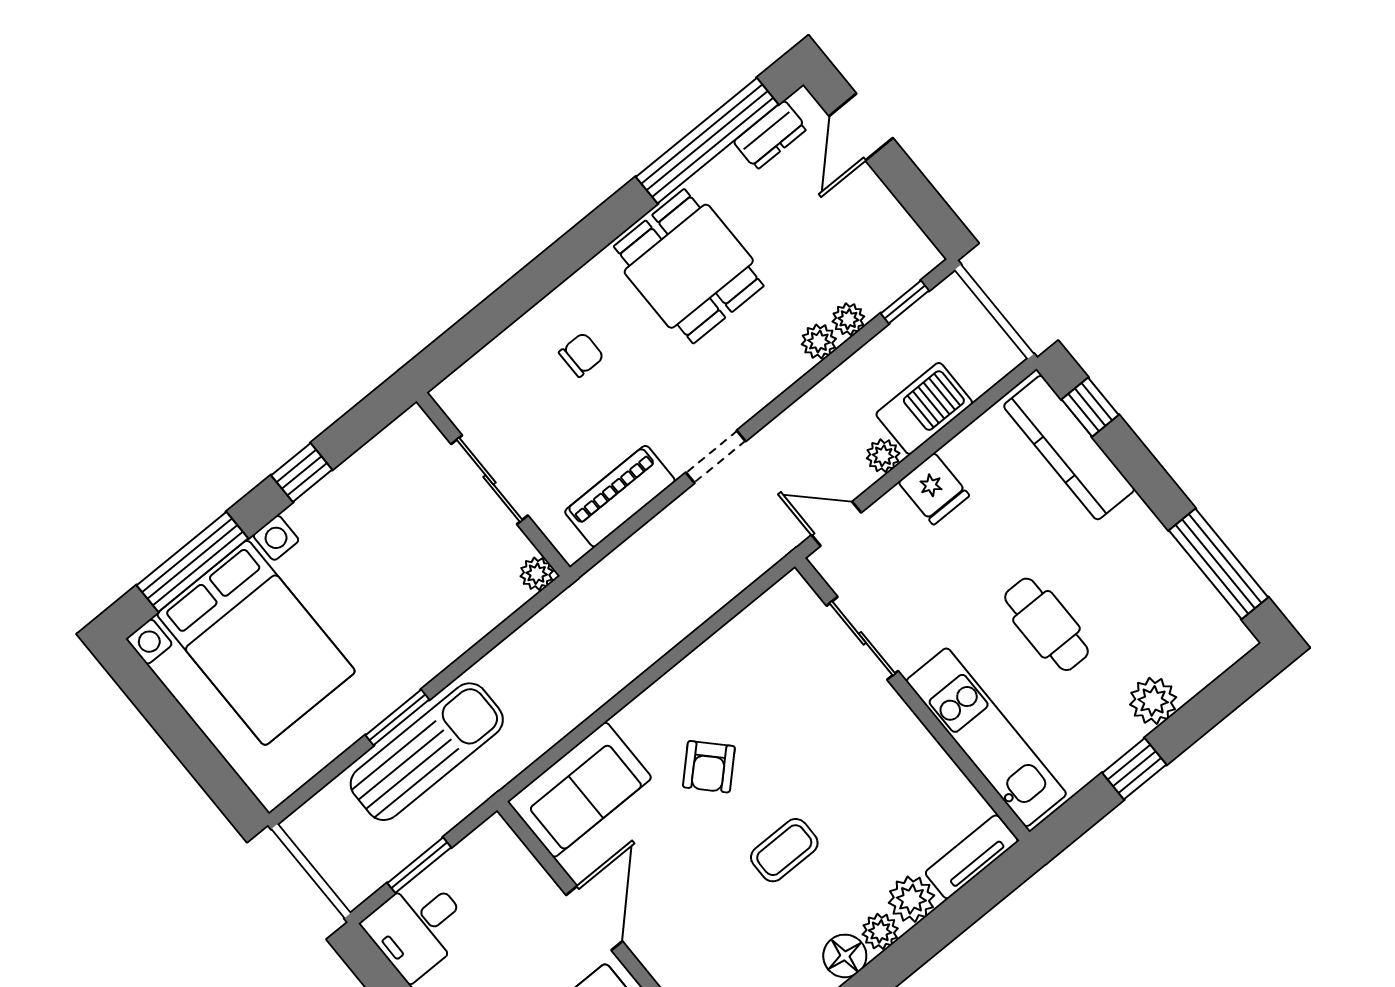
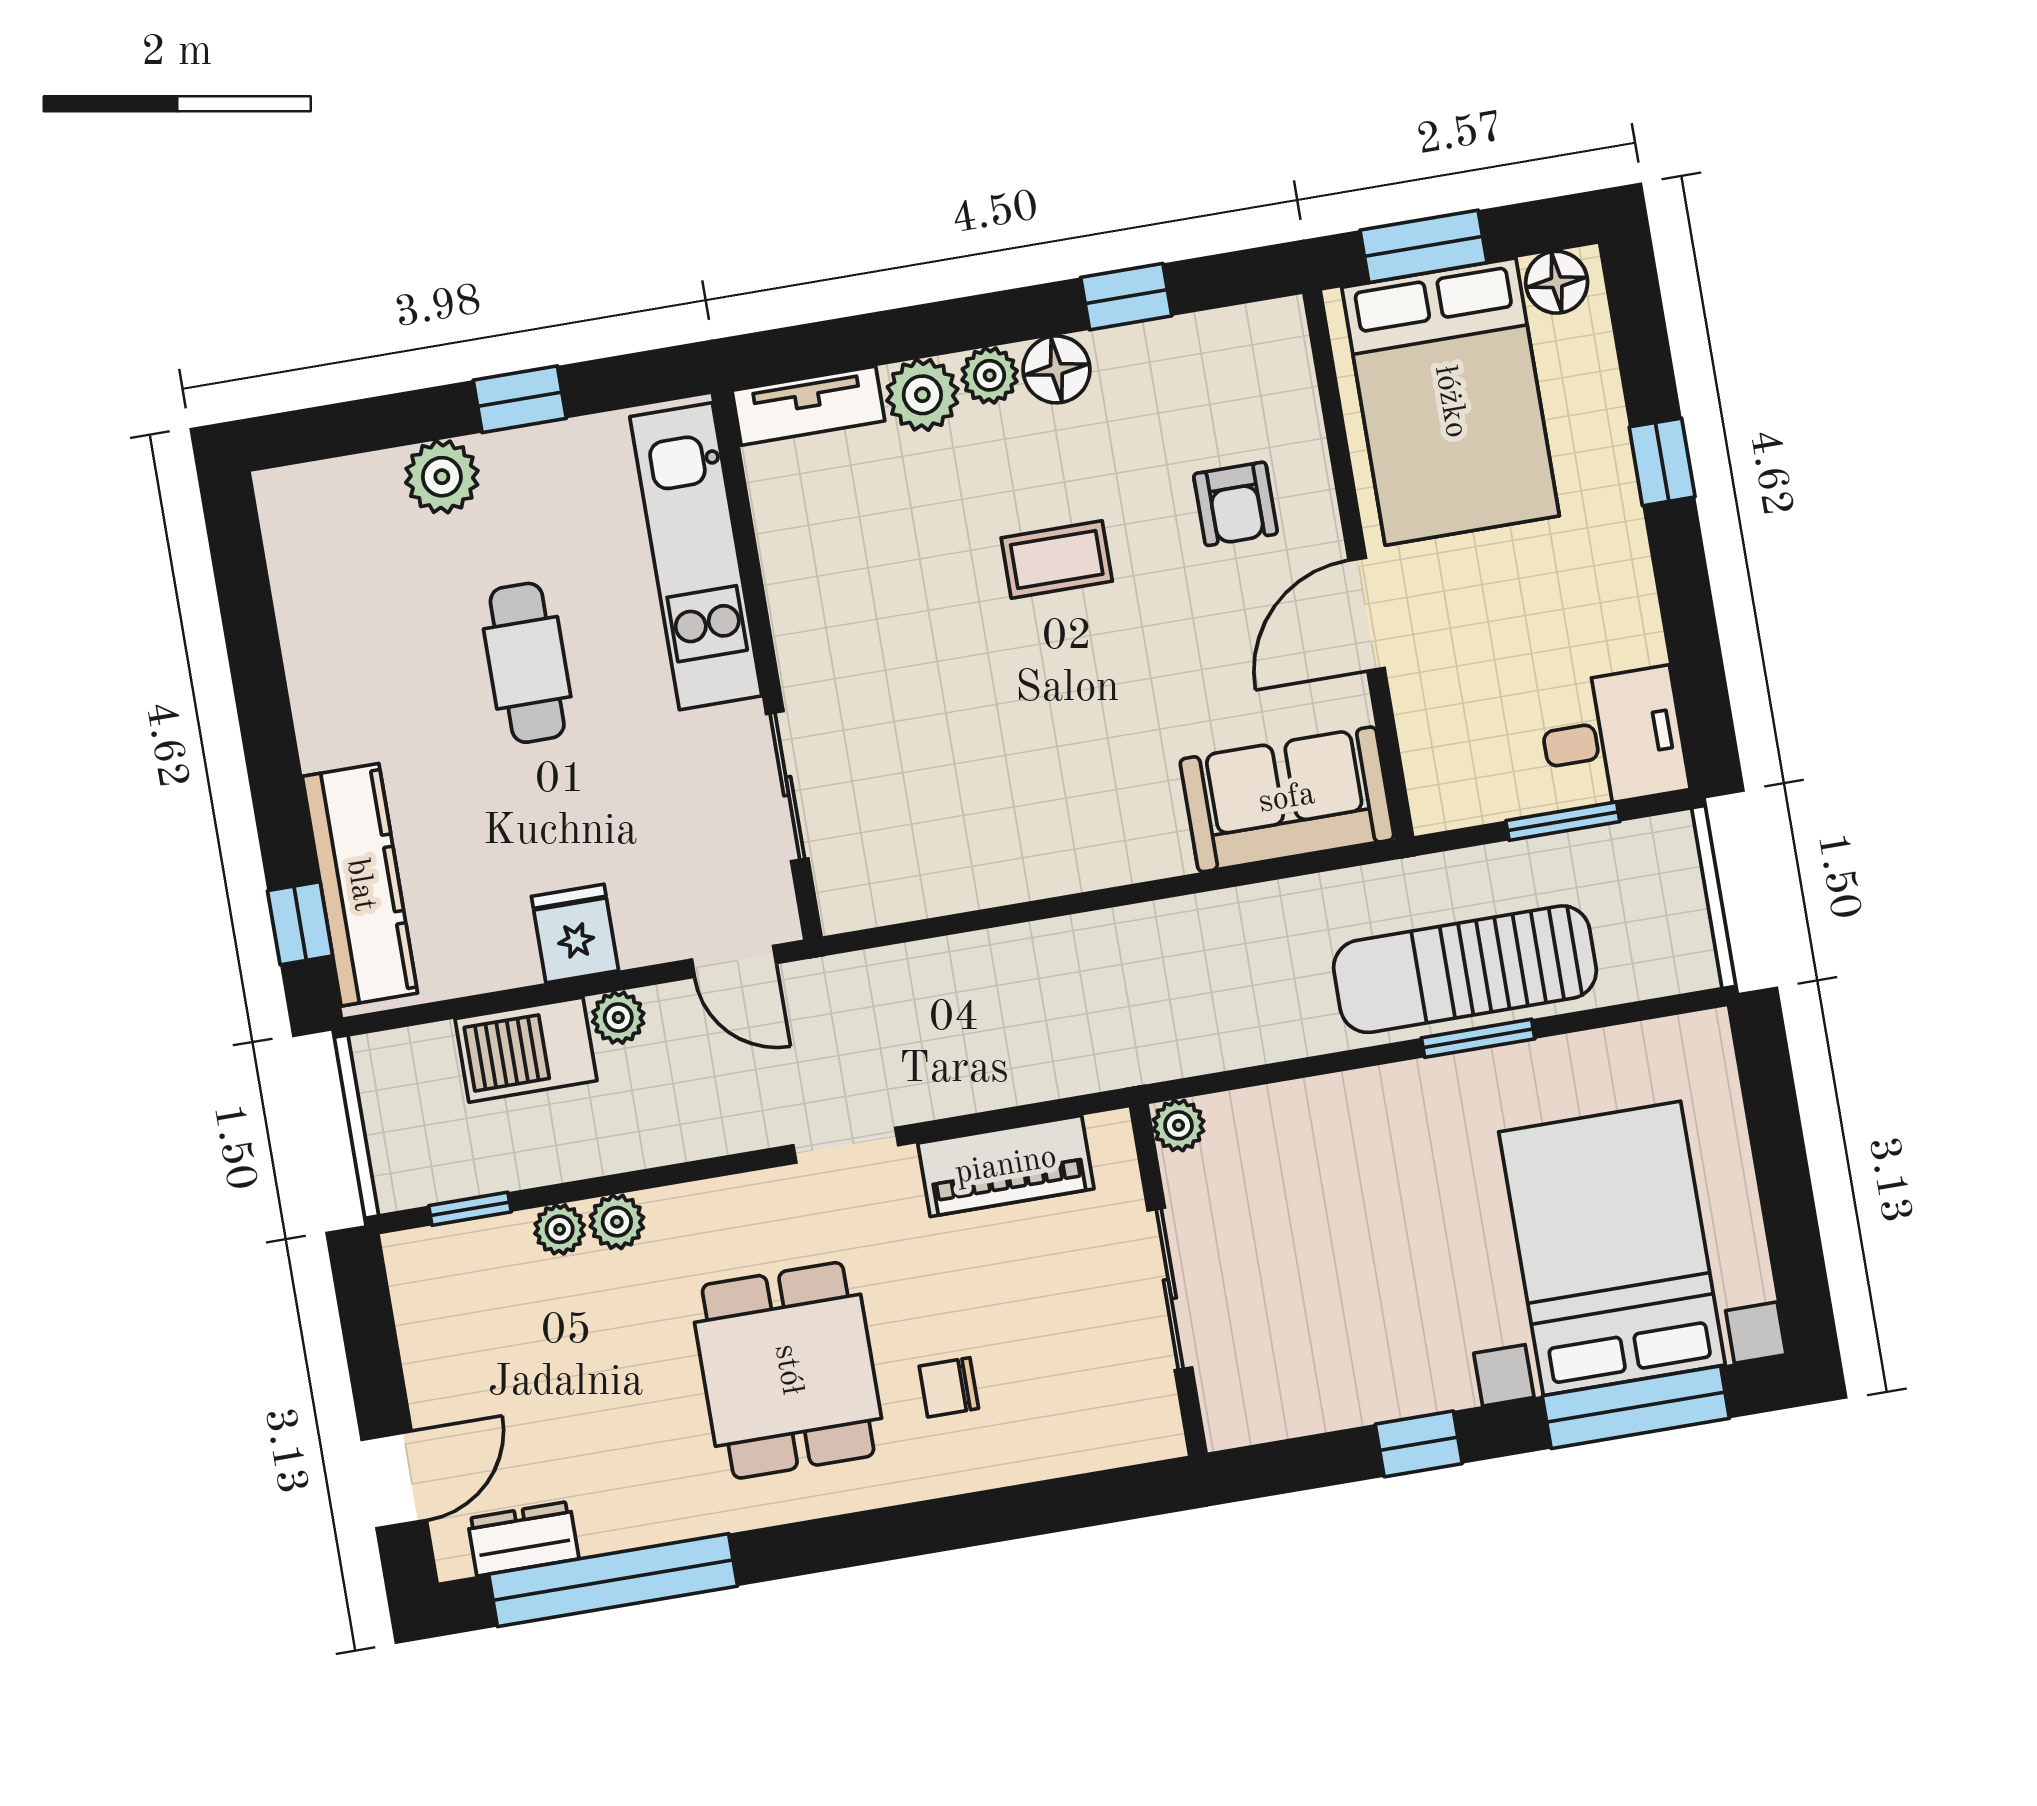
dining table: (689, 266) -> (788, 1370), moved
window: (1219, 564) -> (247, 612), removed
armchair: (709, 767) -> (1235, 504), moved, turned 134

